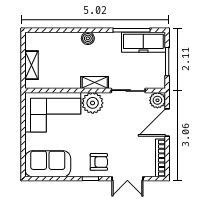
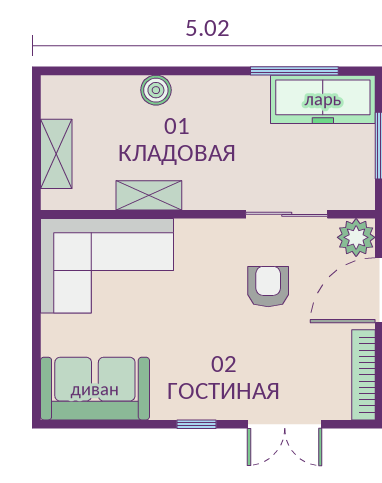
boiler: (88, 38) -> (156, 90), moved
shelving: (95, 83) -> (149, 195), moved
plant: (93, 103) -> (202, 244), removed
armchair: (99, 162) -> (268, 287), moved, turned -90

